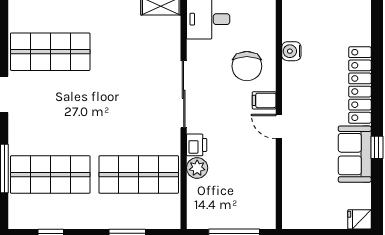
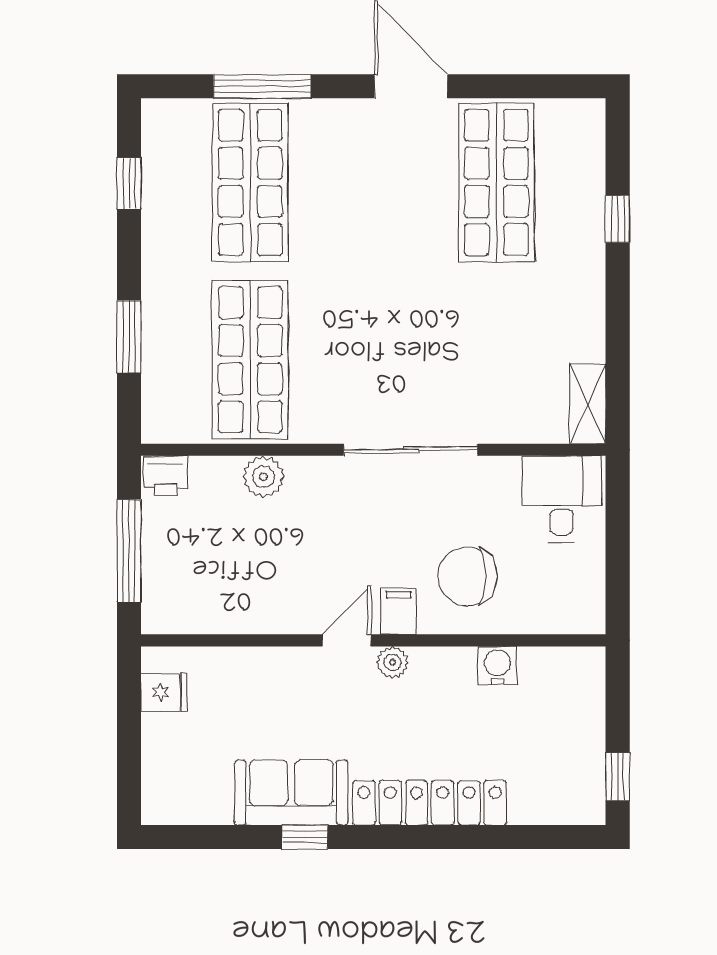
plant: (290, 104) -> (392, 662), added
printer: (197, 145) -> (166, 476), moved
fridge: (359, 219) -> (164, 692), moved, turned 90

